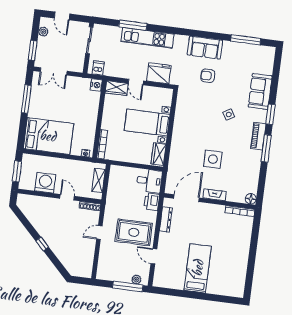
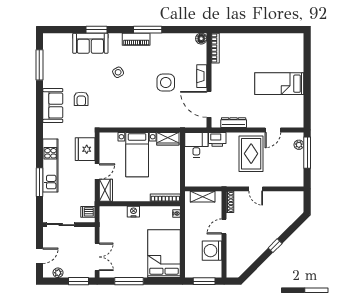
nightstand: (96, 85) -> (133, 212), moved
window: (271, 114) -> (96, 30), moved

